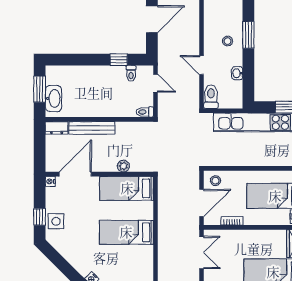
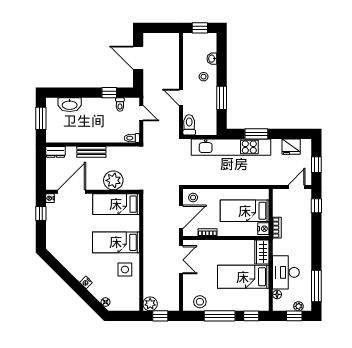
door: (152, 19) -> (138, 58), swing flipped
window: (248, 35) -> (222, 98), moved
washbasin: (237, 73) -> (212, 59), moved
washbasin: (53, 98) -> (70, 105), moved, turned 90
bench: (92, 128) -> (91, 152), width x0.73
plant: (123, 166) -> (113, 180), width x1.88, depth x1.88
window: (40, 217) -> (41, 213), moved
side table: (56, 221) -> (125, 270), moved

